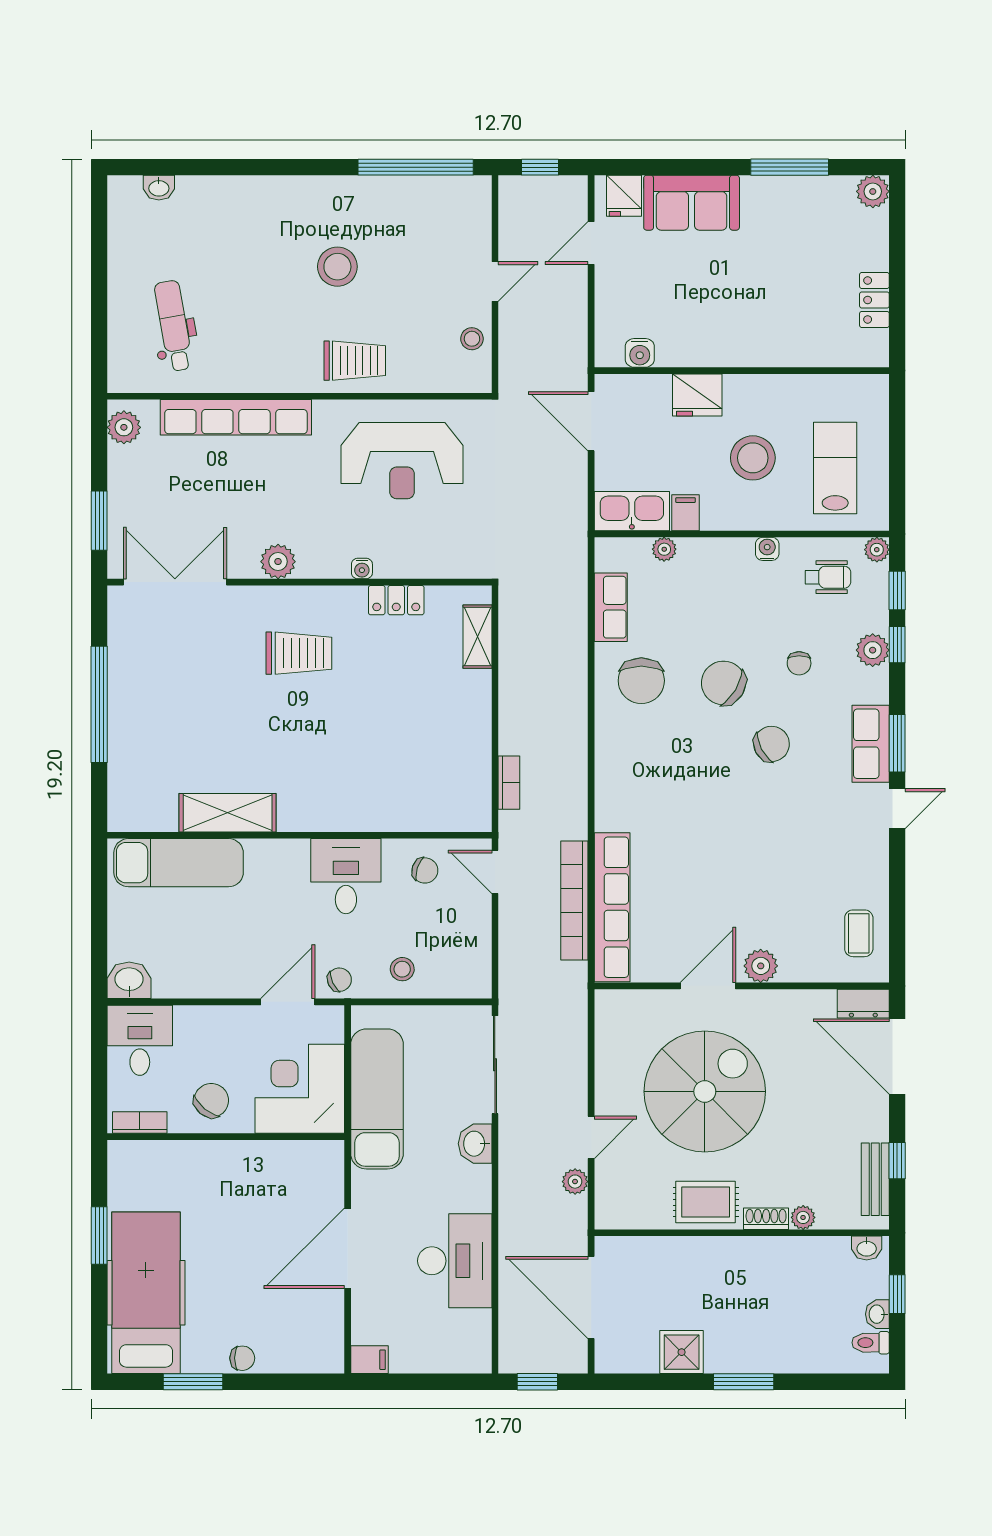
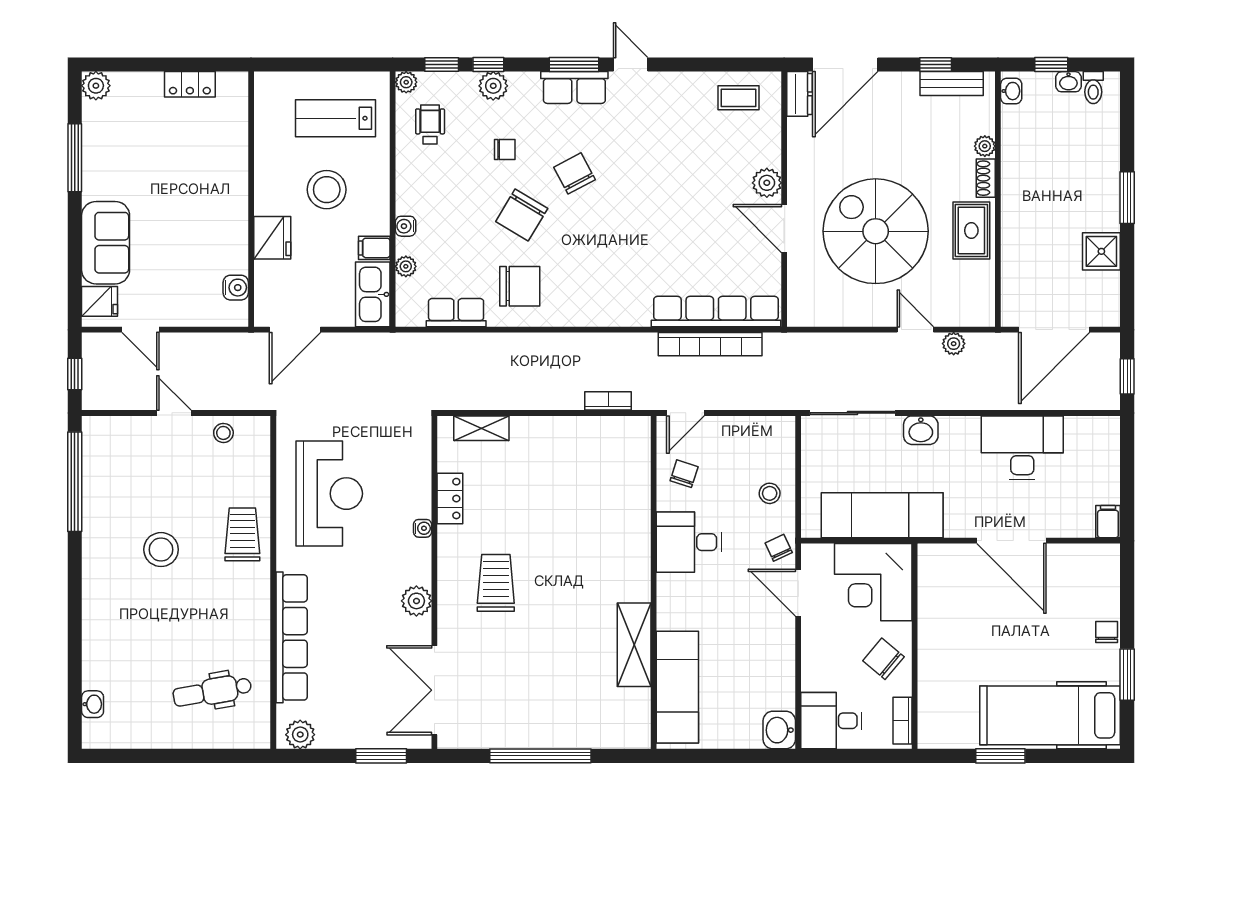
water cooler: (767, 549) -> (406, 226), moved

